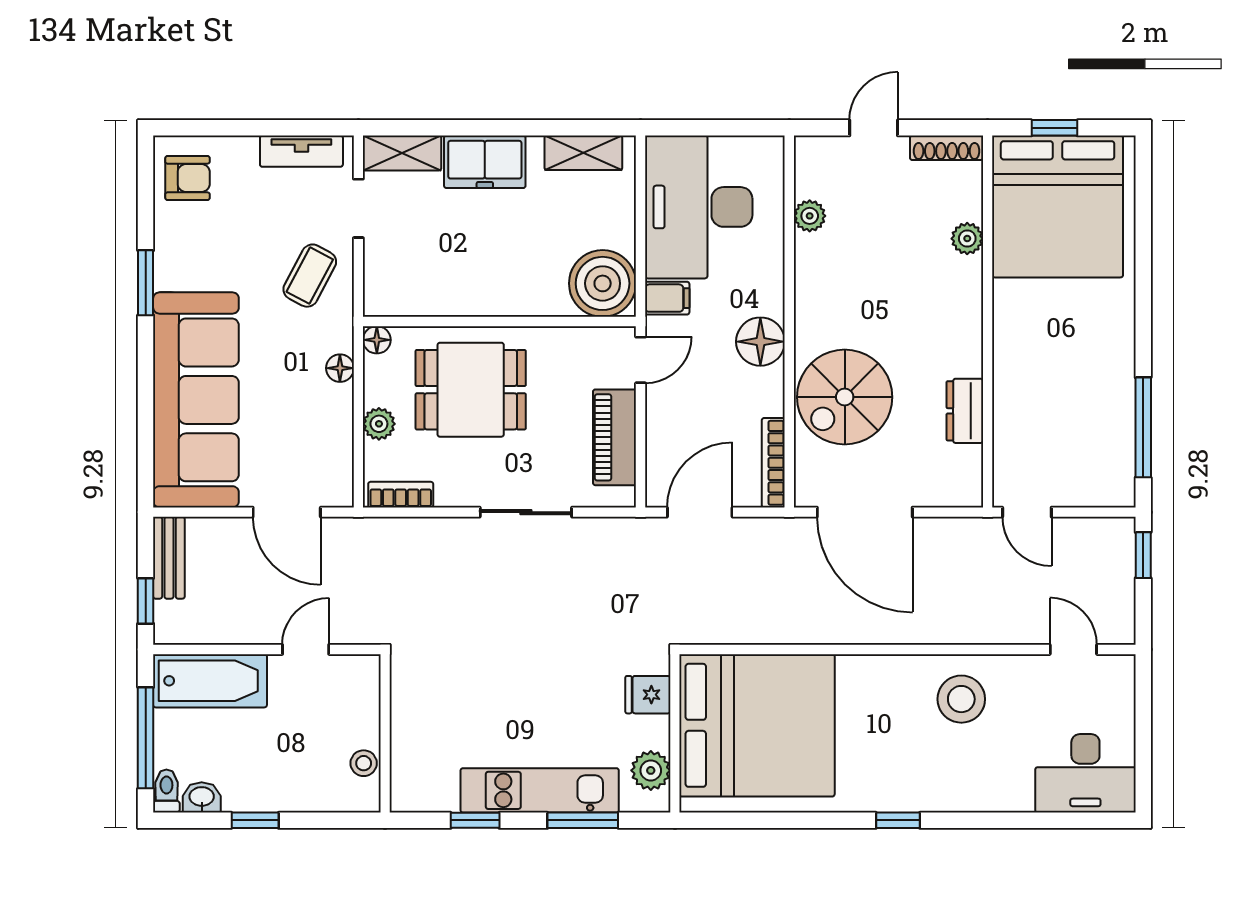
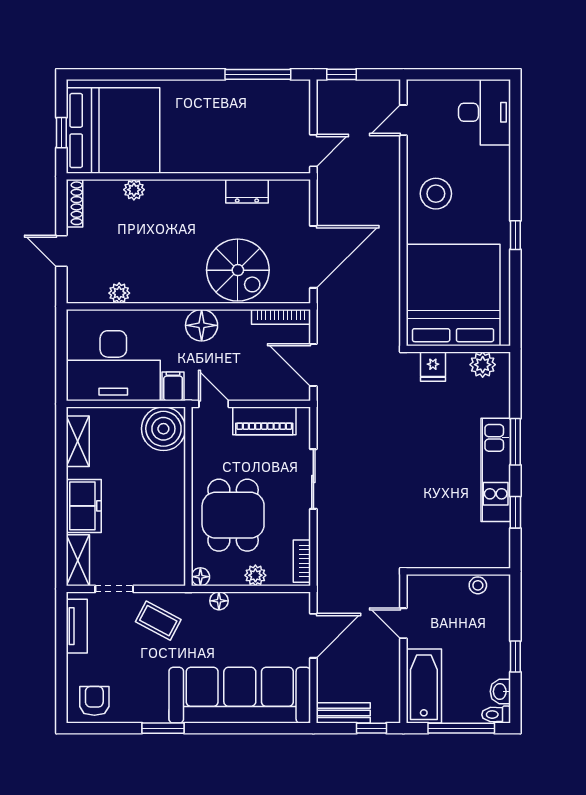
fridge: (648, 695) -> (433, 367), moved
bed: (757, 725) -> (453, 295), moved
wall: (675, 733) -> (458, 349), moved
plant: (651, 770) -> (483, 365), moved

